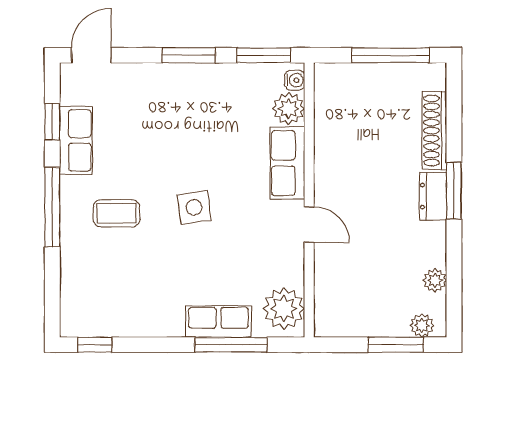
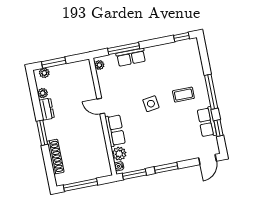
dresser: (433, 196) -> (47, 109), moved
plant: (284, 309) -> (99, 65), width x0.53, depth x0.53

